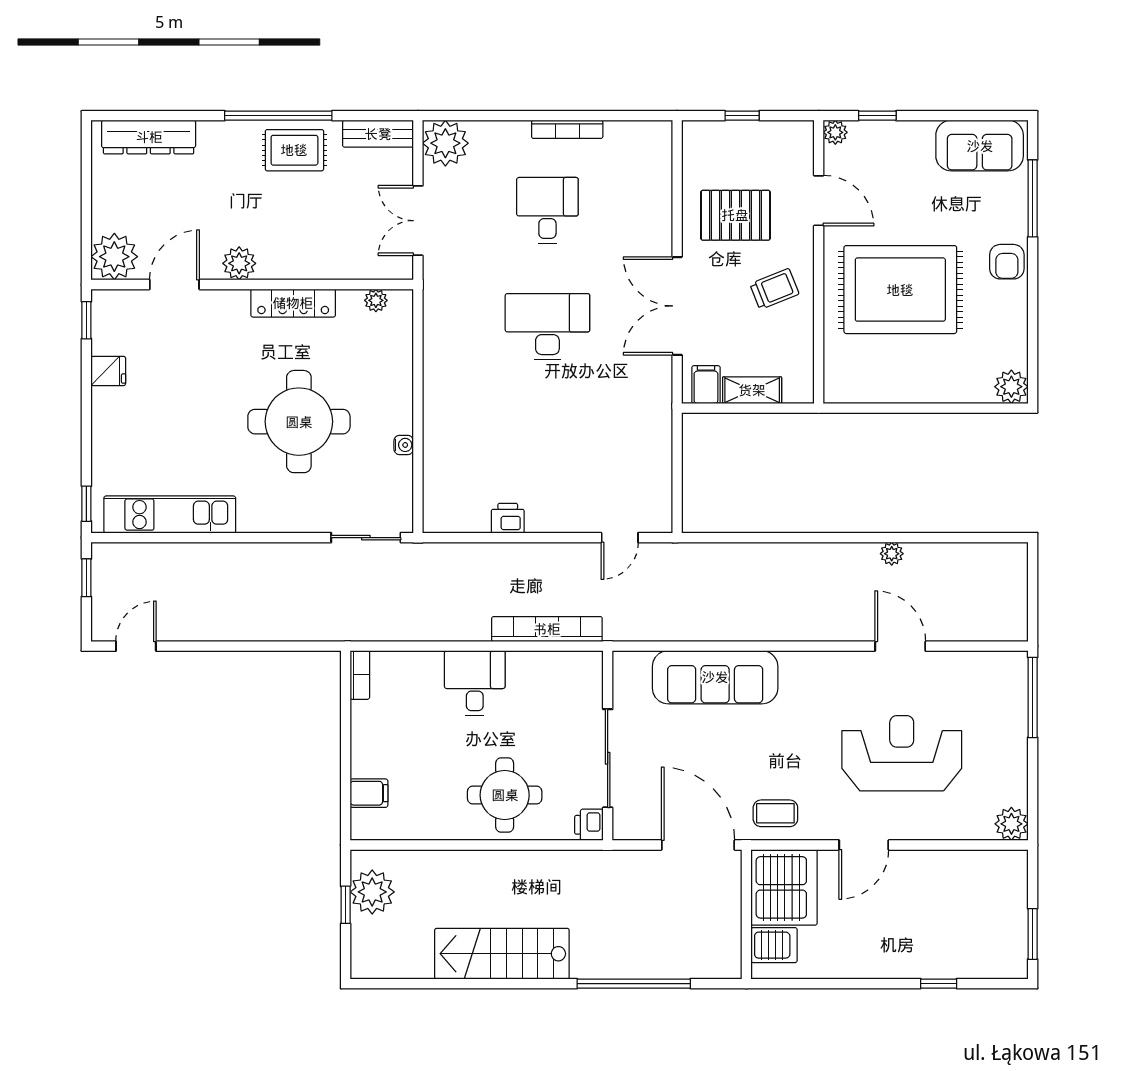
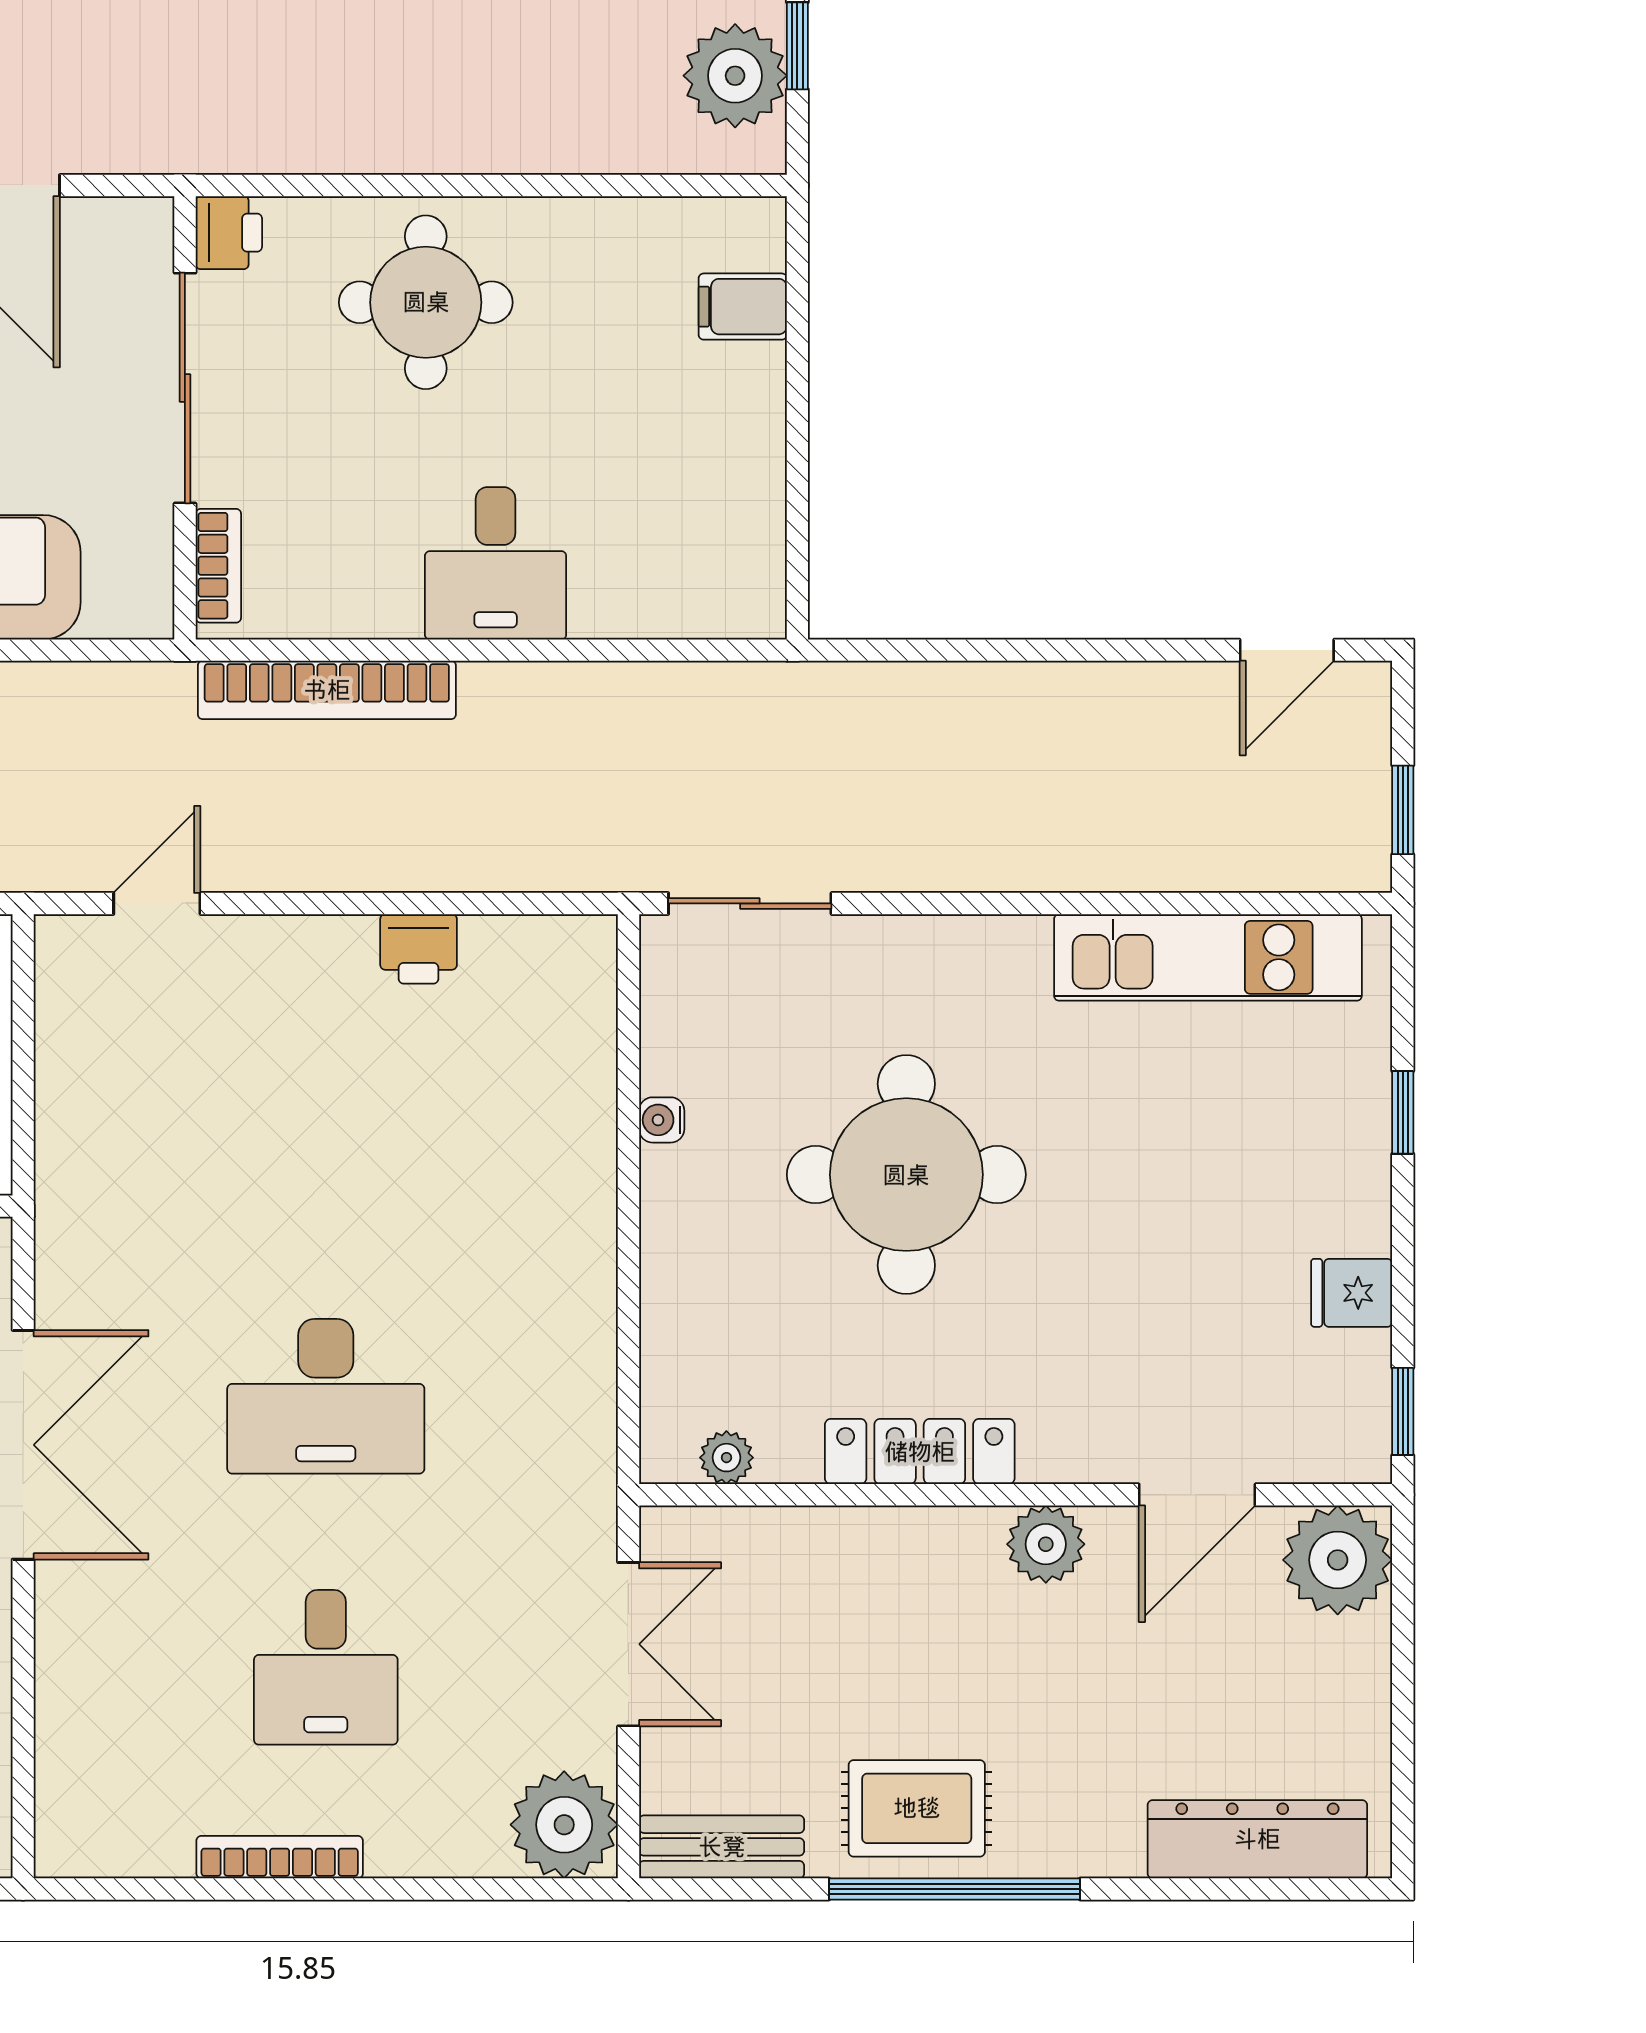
window: (86, 504) -> (1403, 1112), moved
bookcase: (360, 675) -> (218, 566), moved, turned 180

